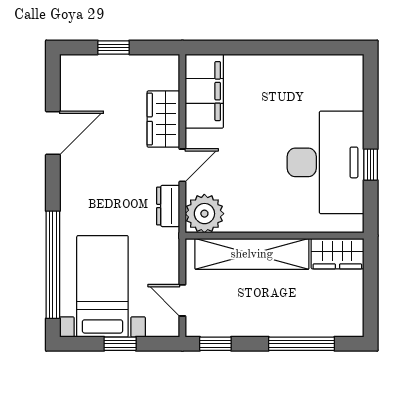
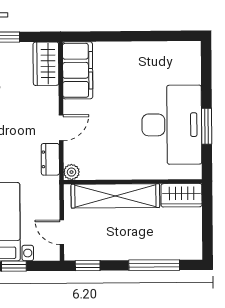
wardrobe: (163, 119) -> (46, 64), moved
window: (371, 165) -> (207, 126), width x1.50
plant: (204, 214) -> (71, 172), width x0.53, depth x0.53

